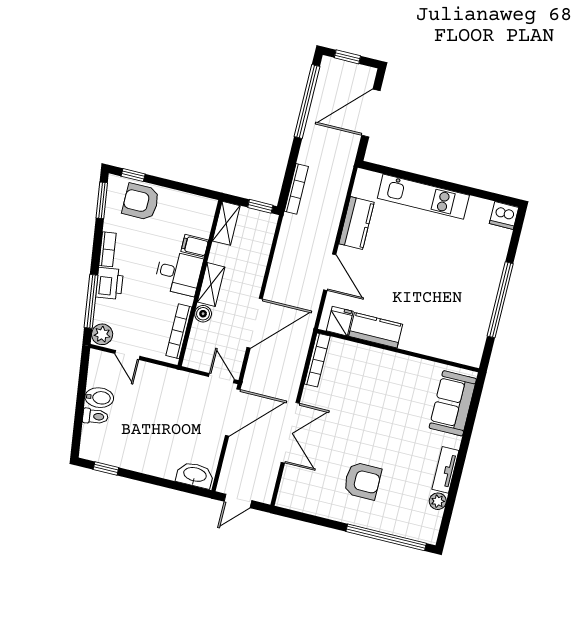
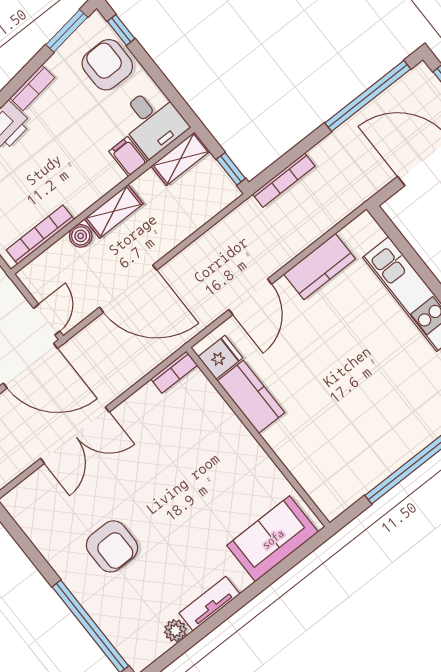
desk: (178, 273) -> (152, 121), moved
bookcase: (317, 360) -> (174, 372), width x0.64

